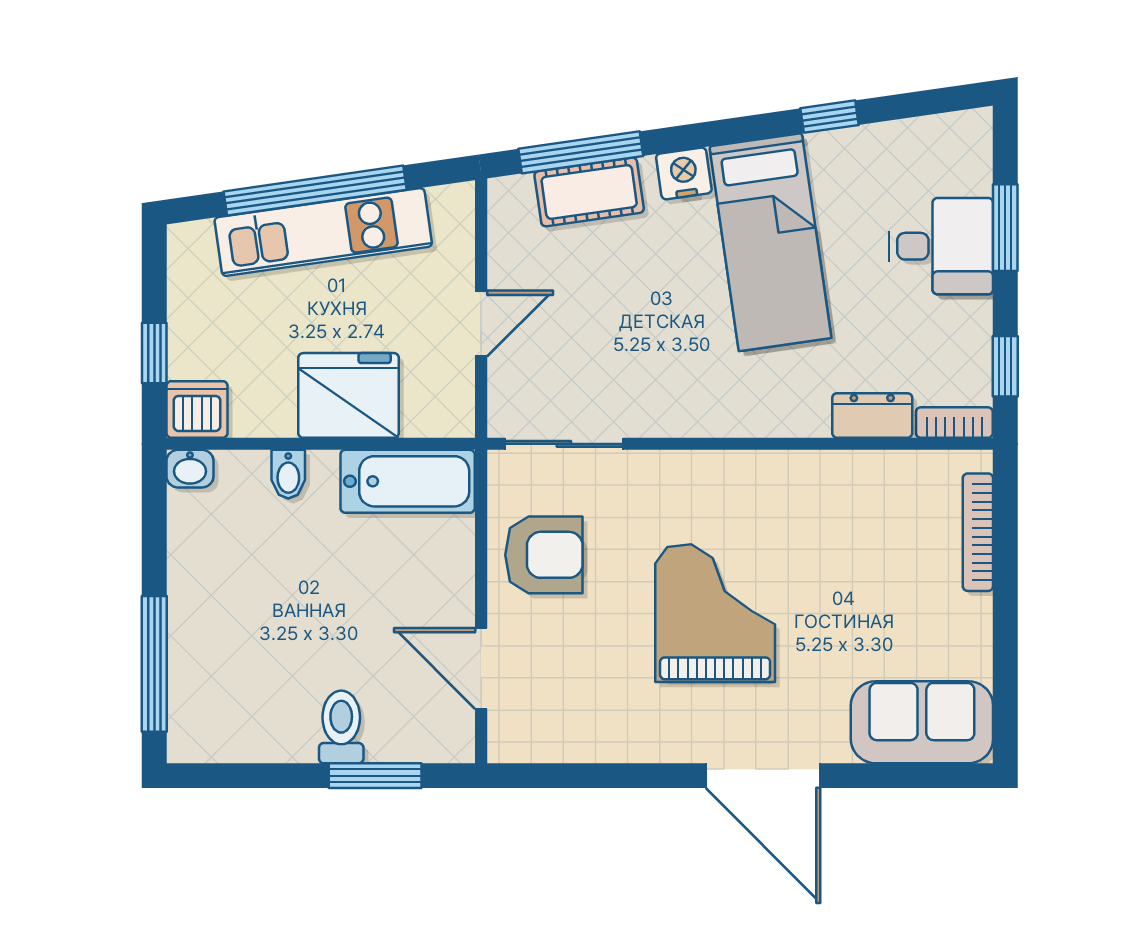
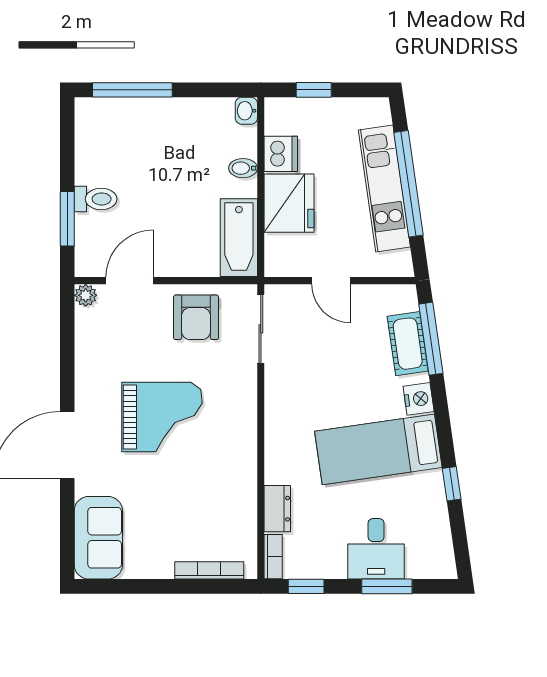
dishwasher: (197, 409) -> (281, 154), moved
plant: (506, 744) -> (86, 295), added

